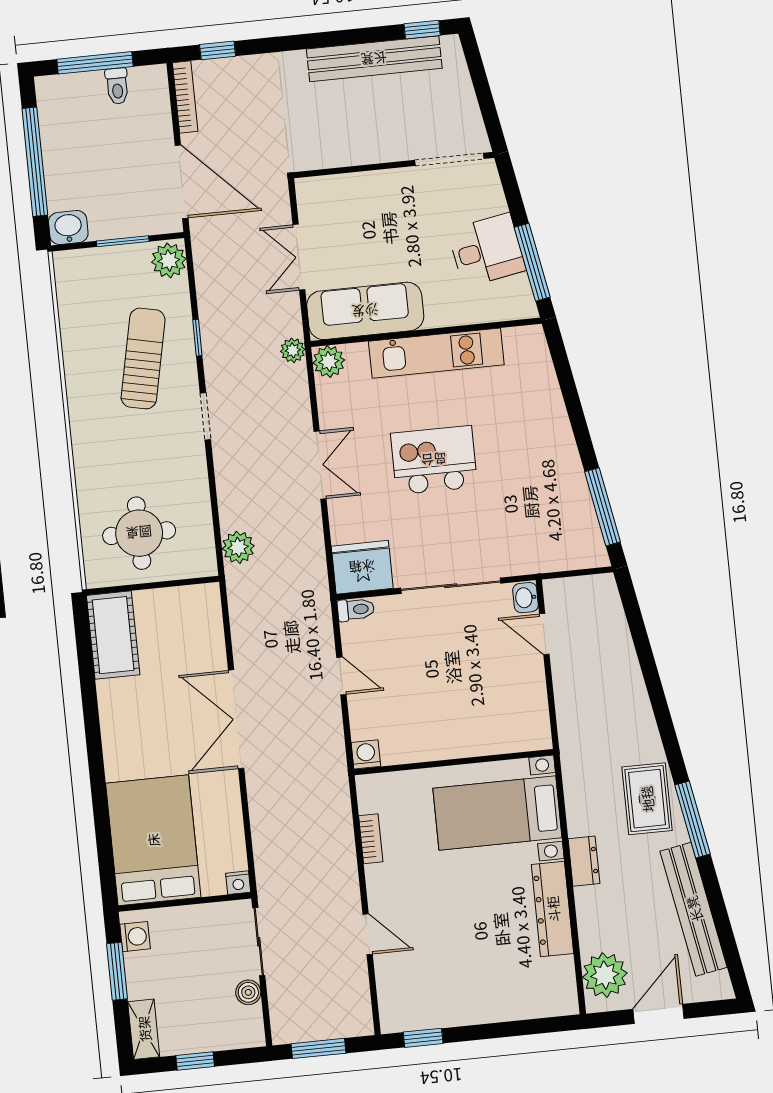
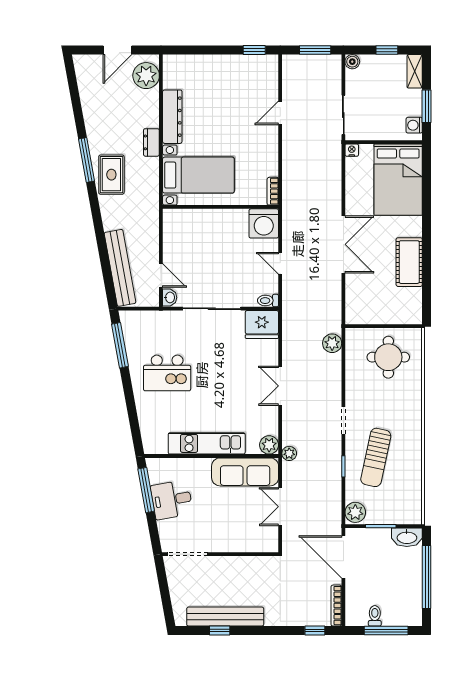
window: (422, 30) -> (220, 630), moved
washbasin: (68, 227) -> (407, 537), width x1.38
double door: (299, 257) -> (280, 507), swing flipped
kitchen island: (434, 460) -> (167, 373), moved
cot: (113, 635) -> (409, 262), moved
washing machine: (366, 754) -> (264, 223), width x1.89, depth x1.89
bookcase: (371, 839) -> (273, 191), moved
bench: (694, 909) -> (120, 268), moved
door: (368, 934) -> (280, 113), hinge flipped
boiler: (248, 992) -> (352, 62), moved

